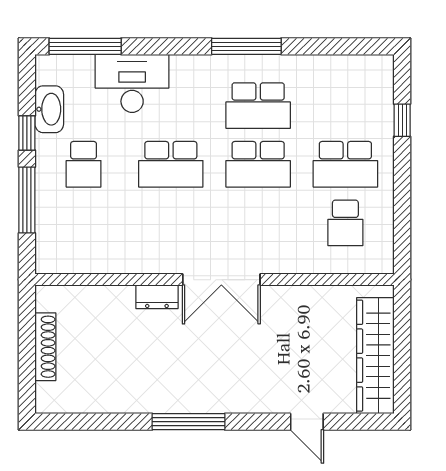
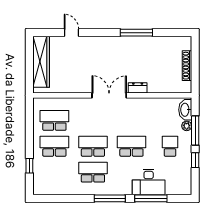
window: (85, 46) -> (151, 198), moved
window: (246, 46) -> (110, 198), moved
washbasin: (49, 109) -> (185, 110), moved
plant: (46, 210) -> (187, 126), added
school desk: (345, 223) -> (54, 120), width x1.85
window: (189, 422) -> (136, 33), moved

